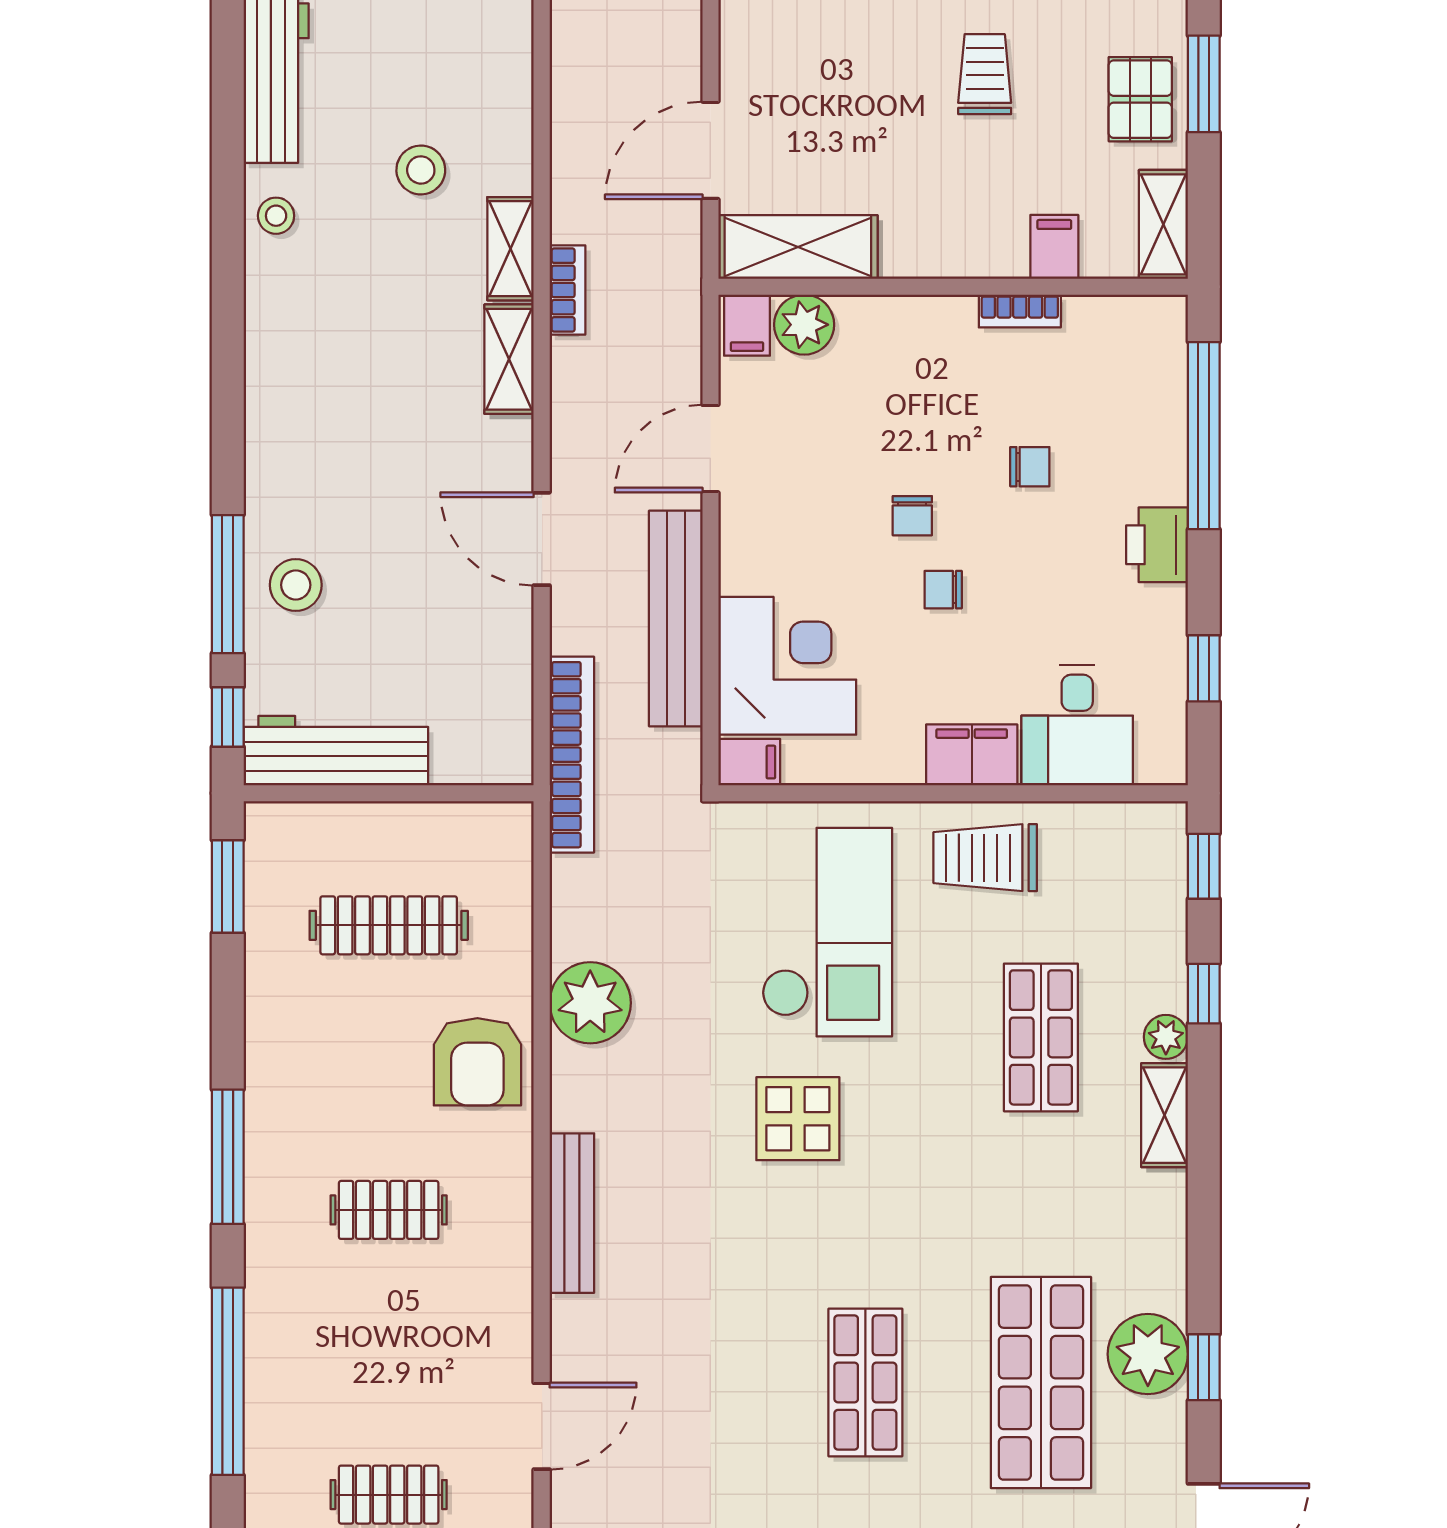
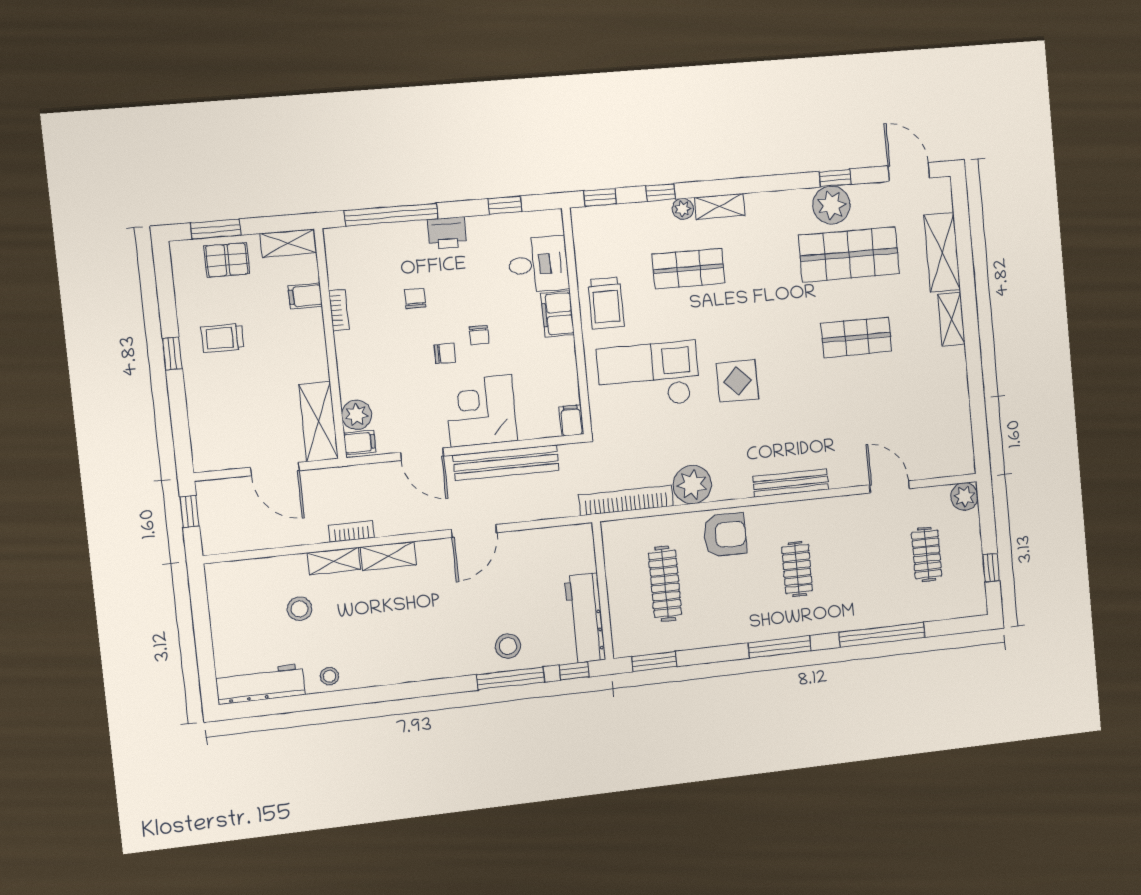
corner desk: (787, 666) -> (481, 411), moved
bookcase: (572, 755) -> (626, 500), moved

